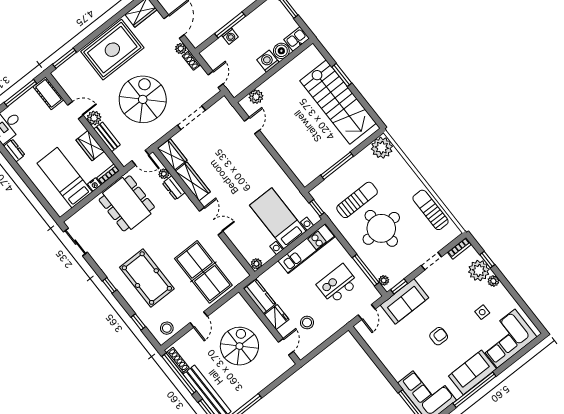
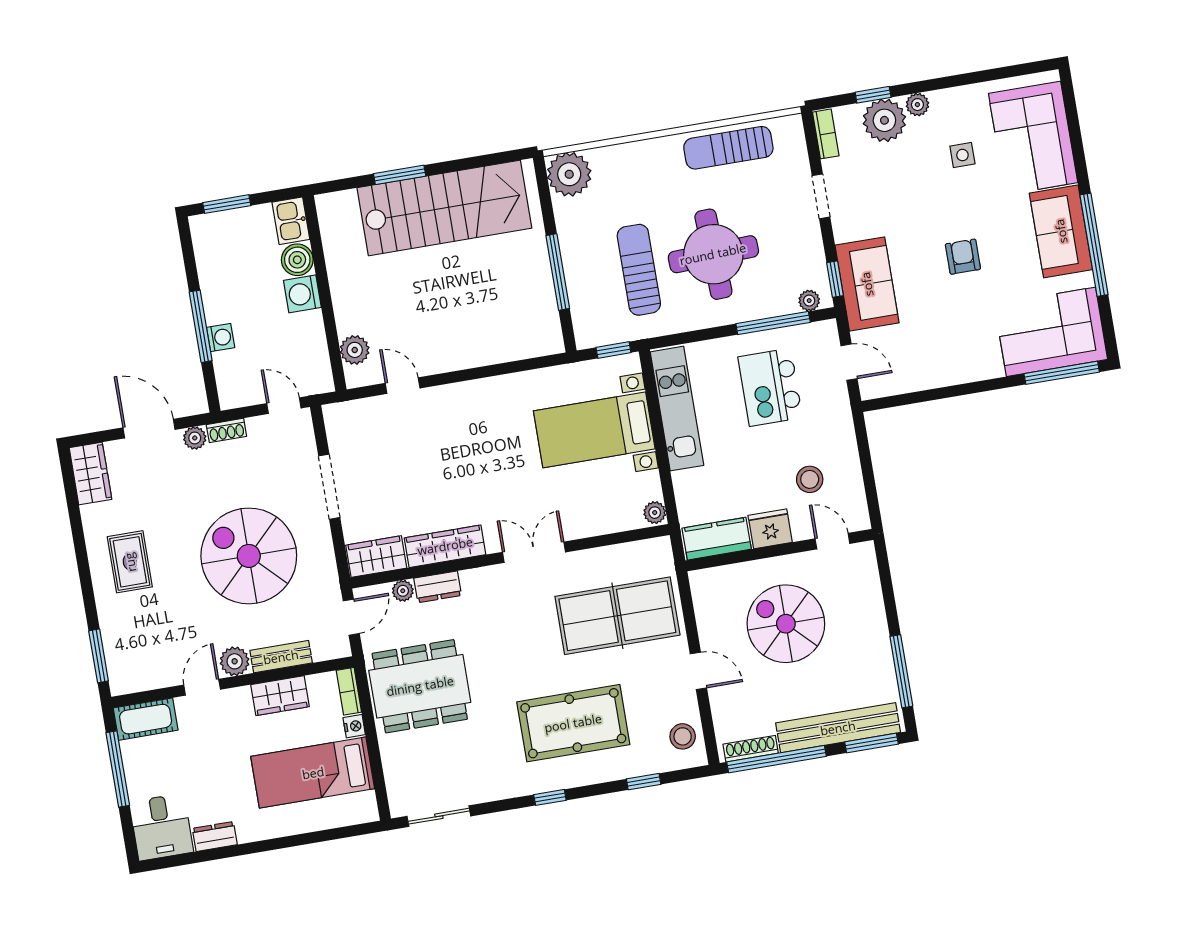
rug: (112, 50) -> (130, 562), width x0.54, depth x0.49

